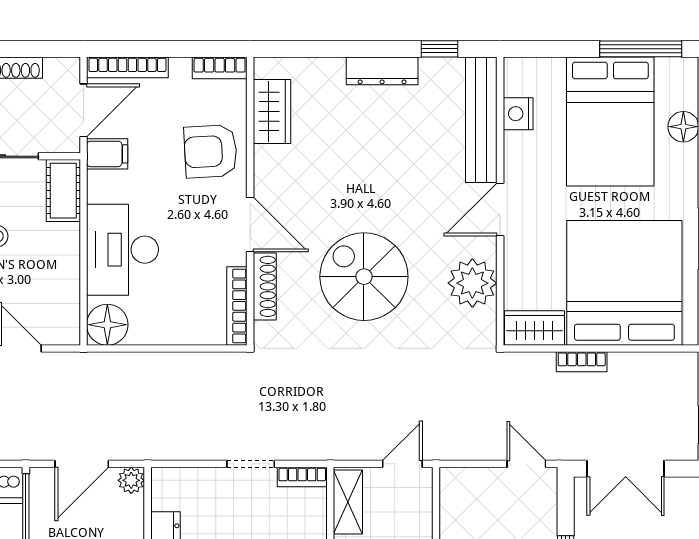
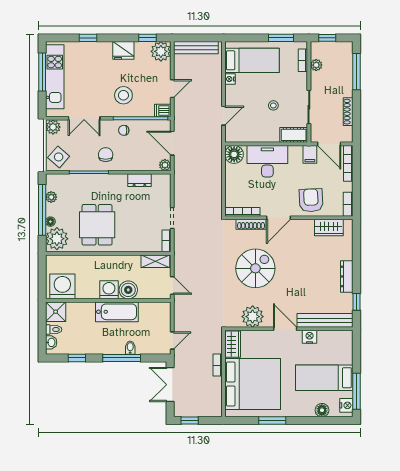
nightstand: (673, 72) -> (346, 405), added
nightstand: (518, 114) -> (310, 337), moved
bed: (610, 122) -> (324, 378), width x0.67

